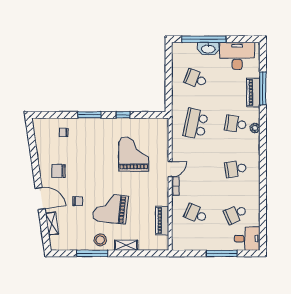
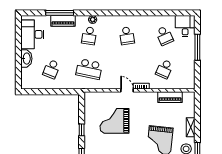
window: (204, 39) -> (18, 62), removed

